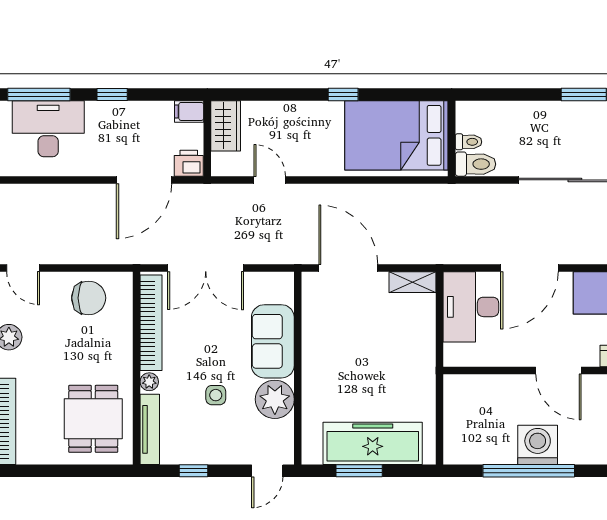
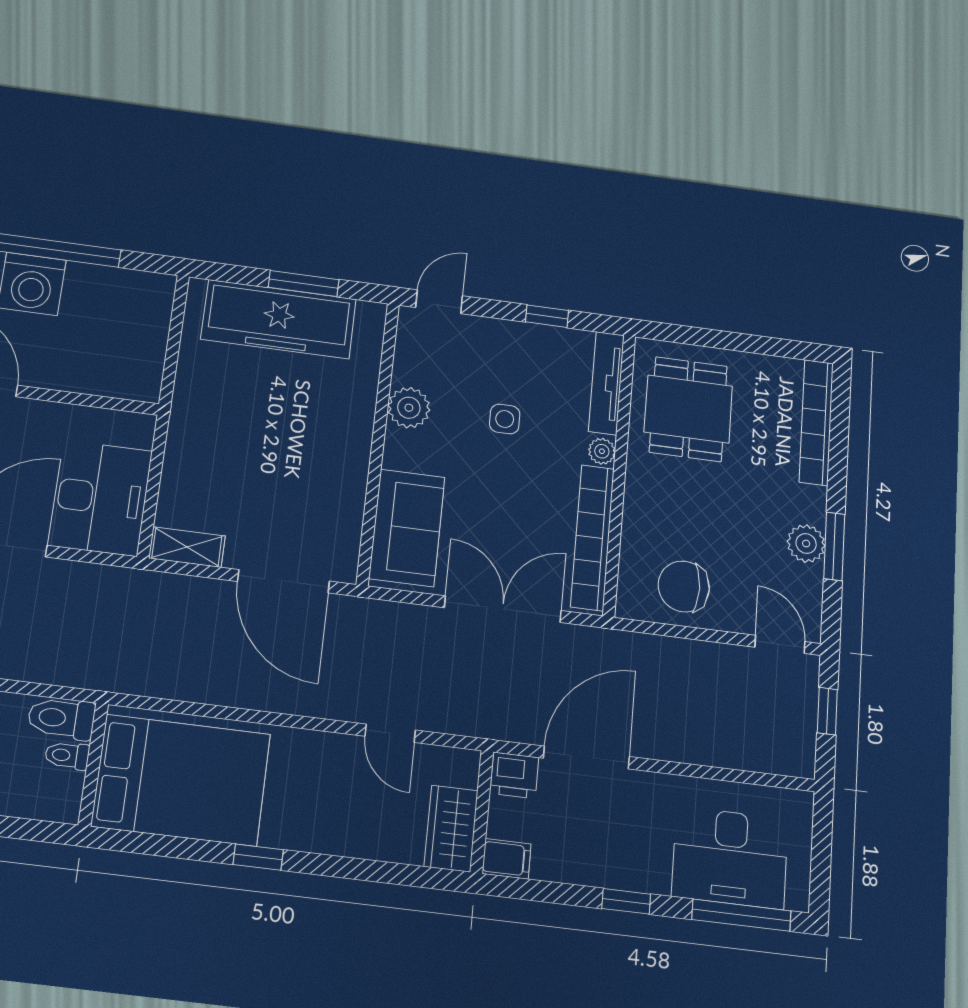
sofa: (273, 341) -> (407, 528), moved
plant: (275, 399) -> (409, 408), width x0.73, depth x0.73

